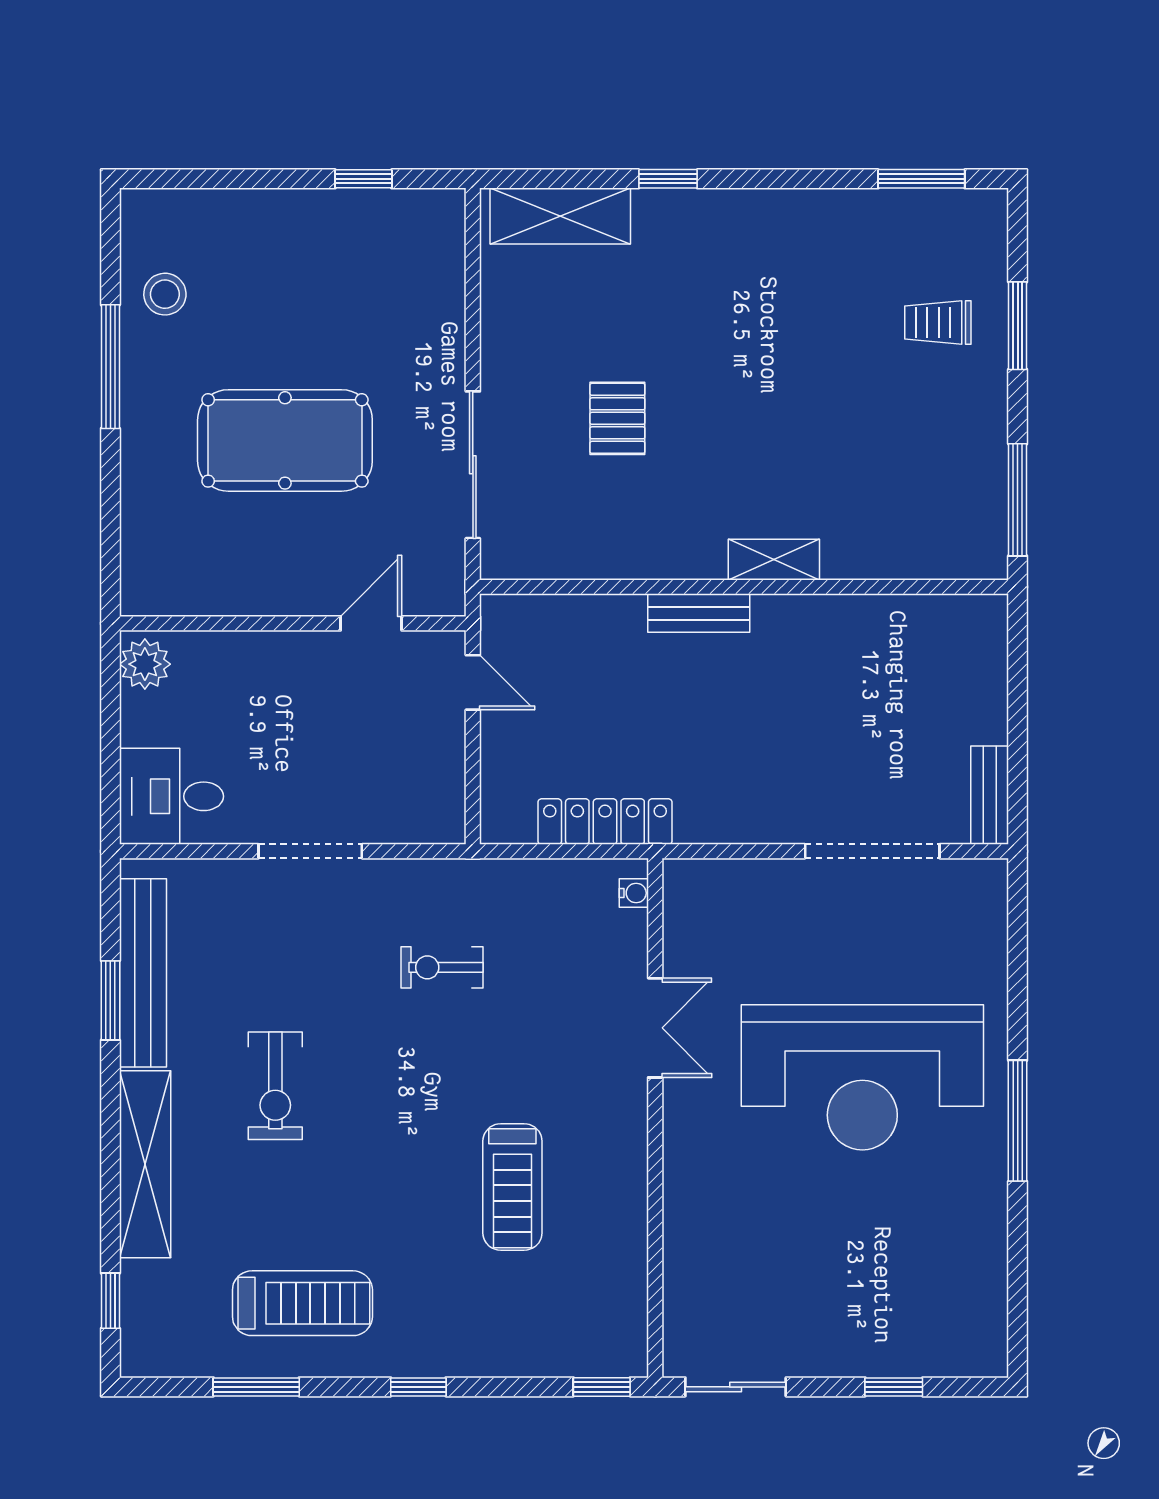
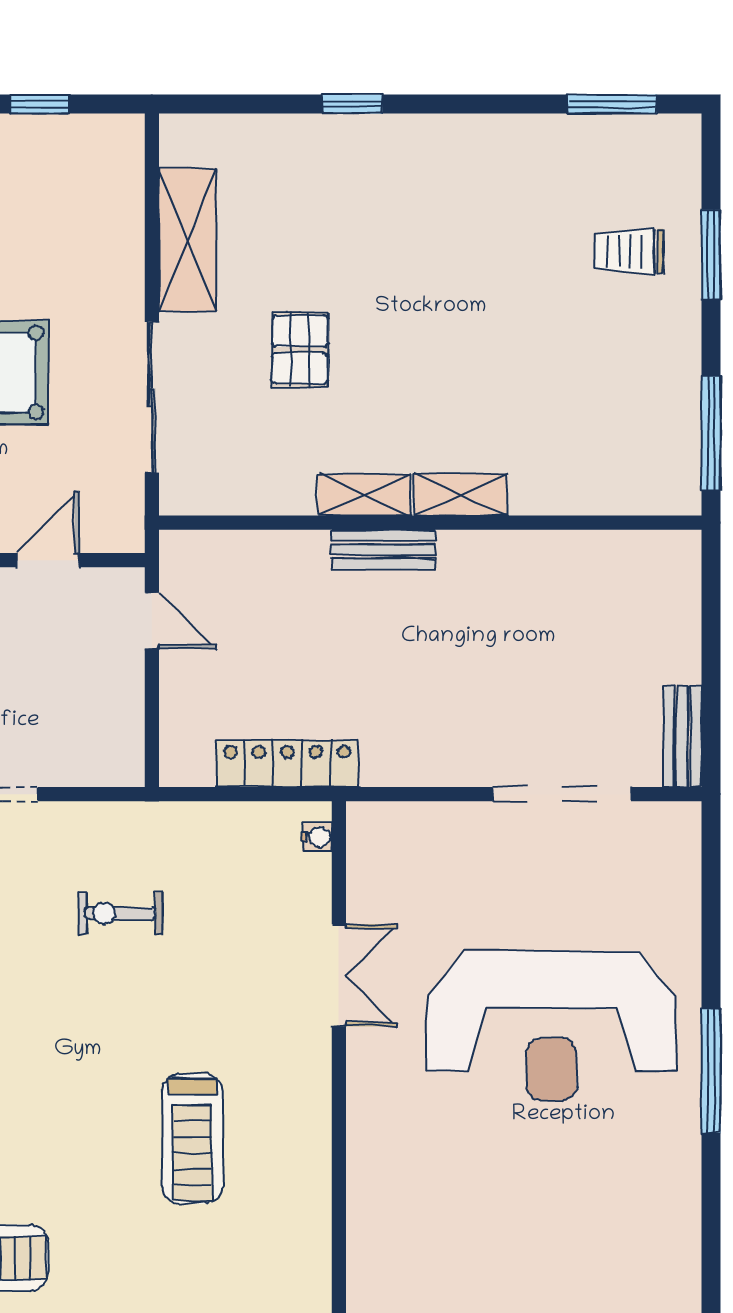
shelving: (560, 216) -> (188, 240), moved, turned 90
shelving: (680, 560) -> (364, 495), added

